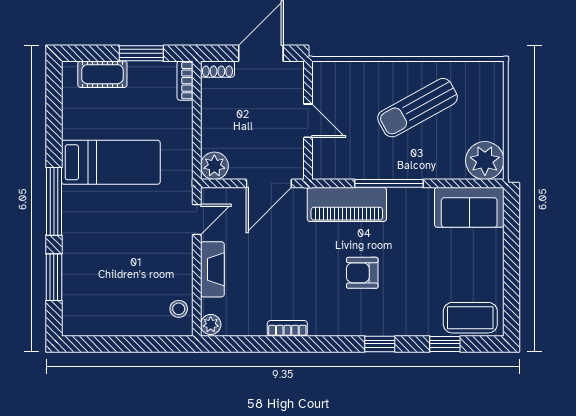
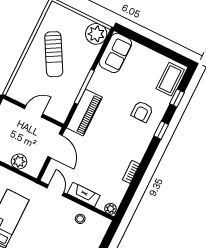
plant: (214, 166) -> (19, 162), moved
armchair: (362, 273) -> (142, 112), moved
stool: (179, 309) -> (80, 219), moved

